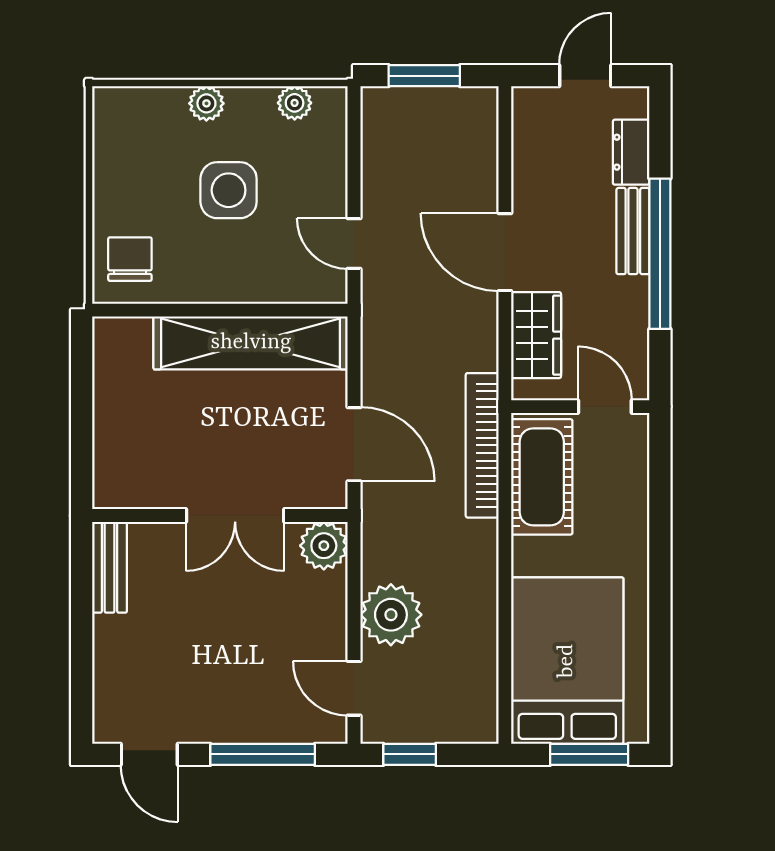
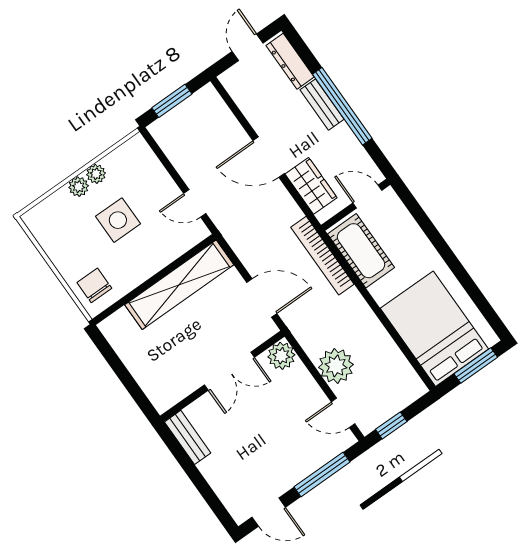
plant: (295, 103) -> (96, 174), moved
dresser: (631, 152) -> (290, 61), width x1.44

